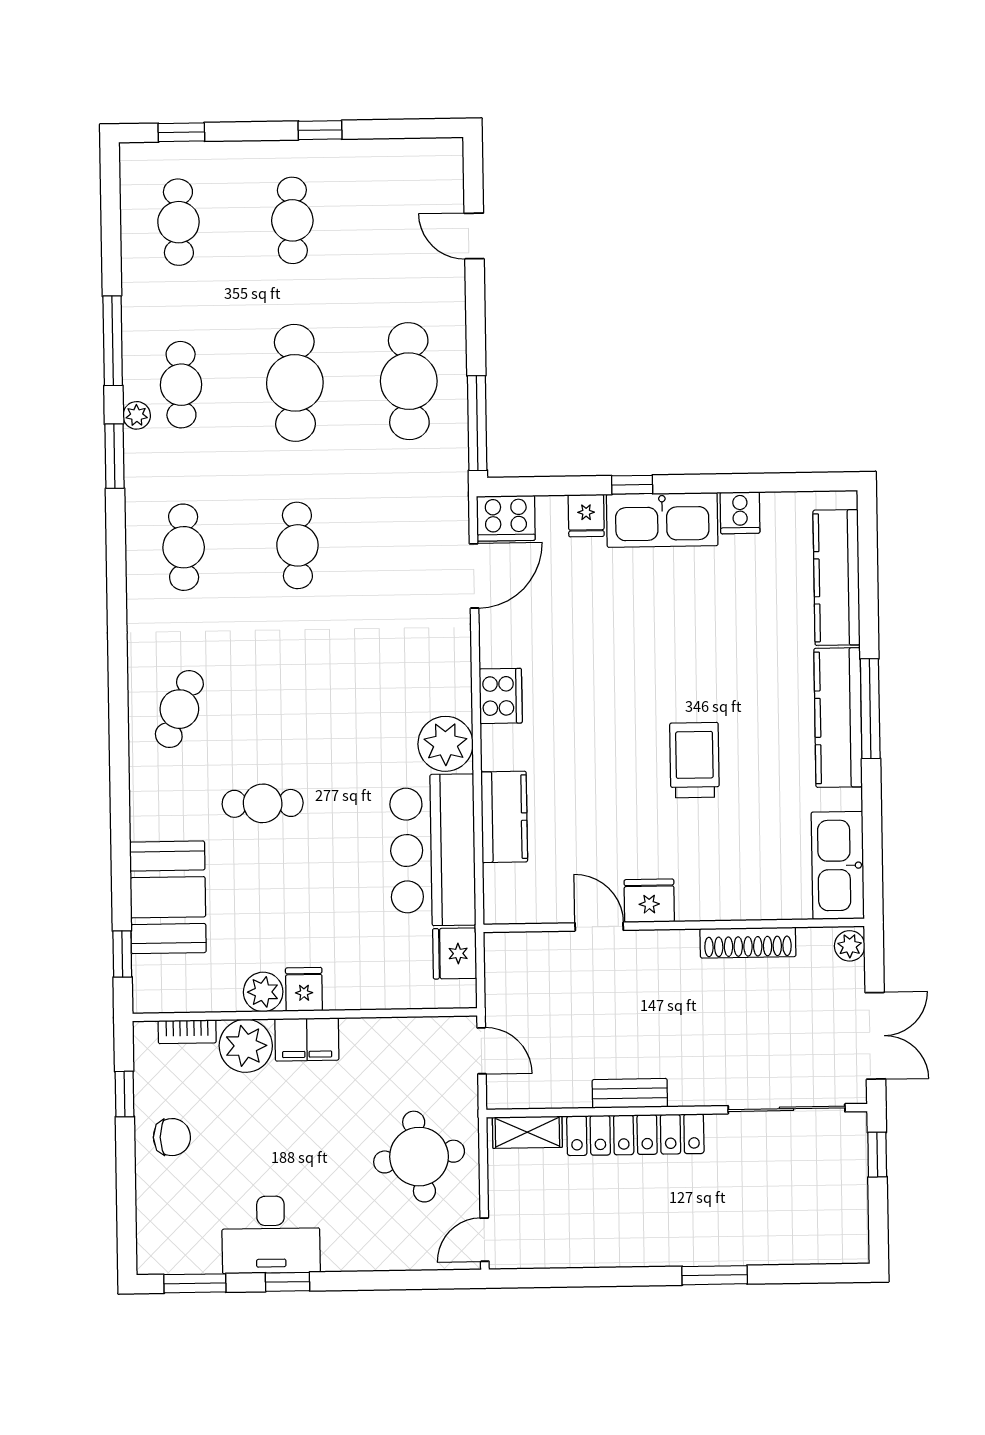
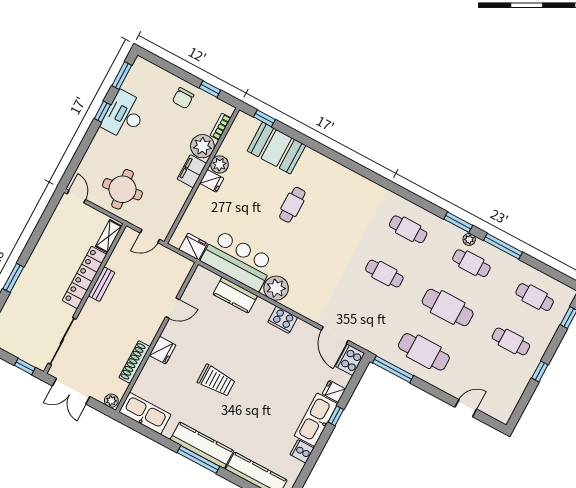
cafe table: (179, 709) -> (347, 193), removed
fridge: (649, 901) -> (163, 350), moved

